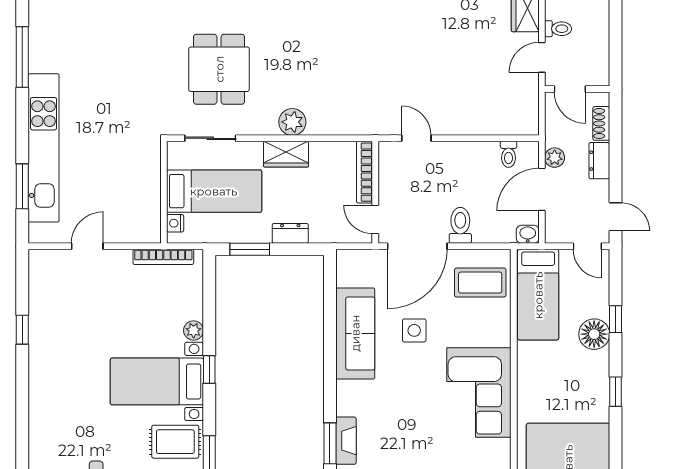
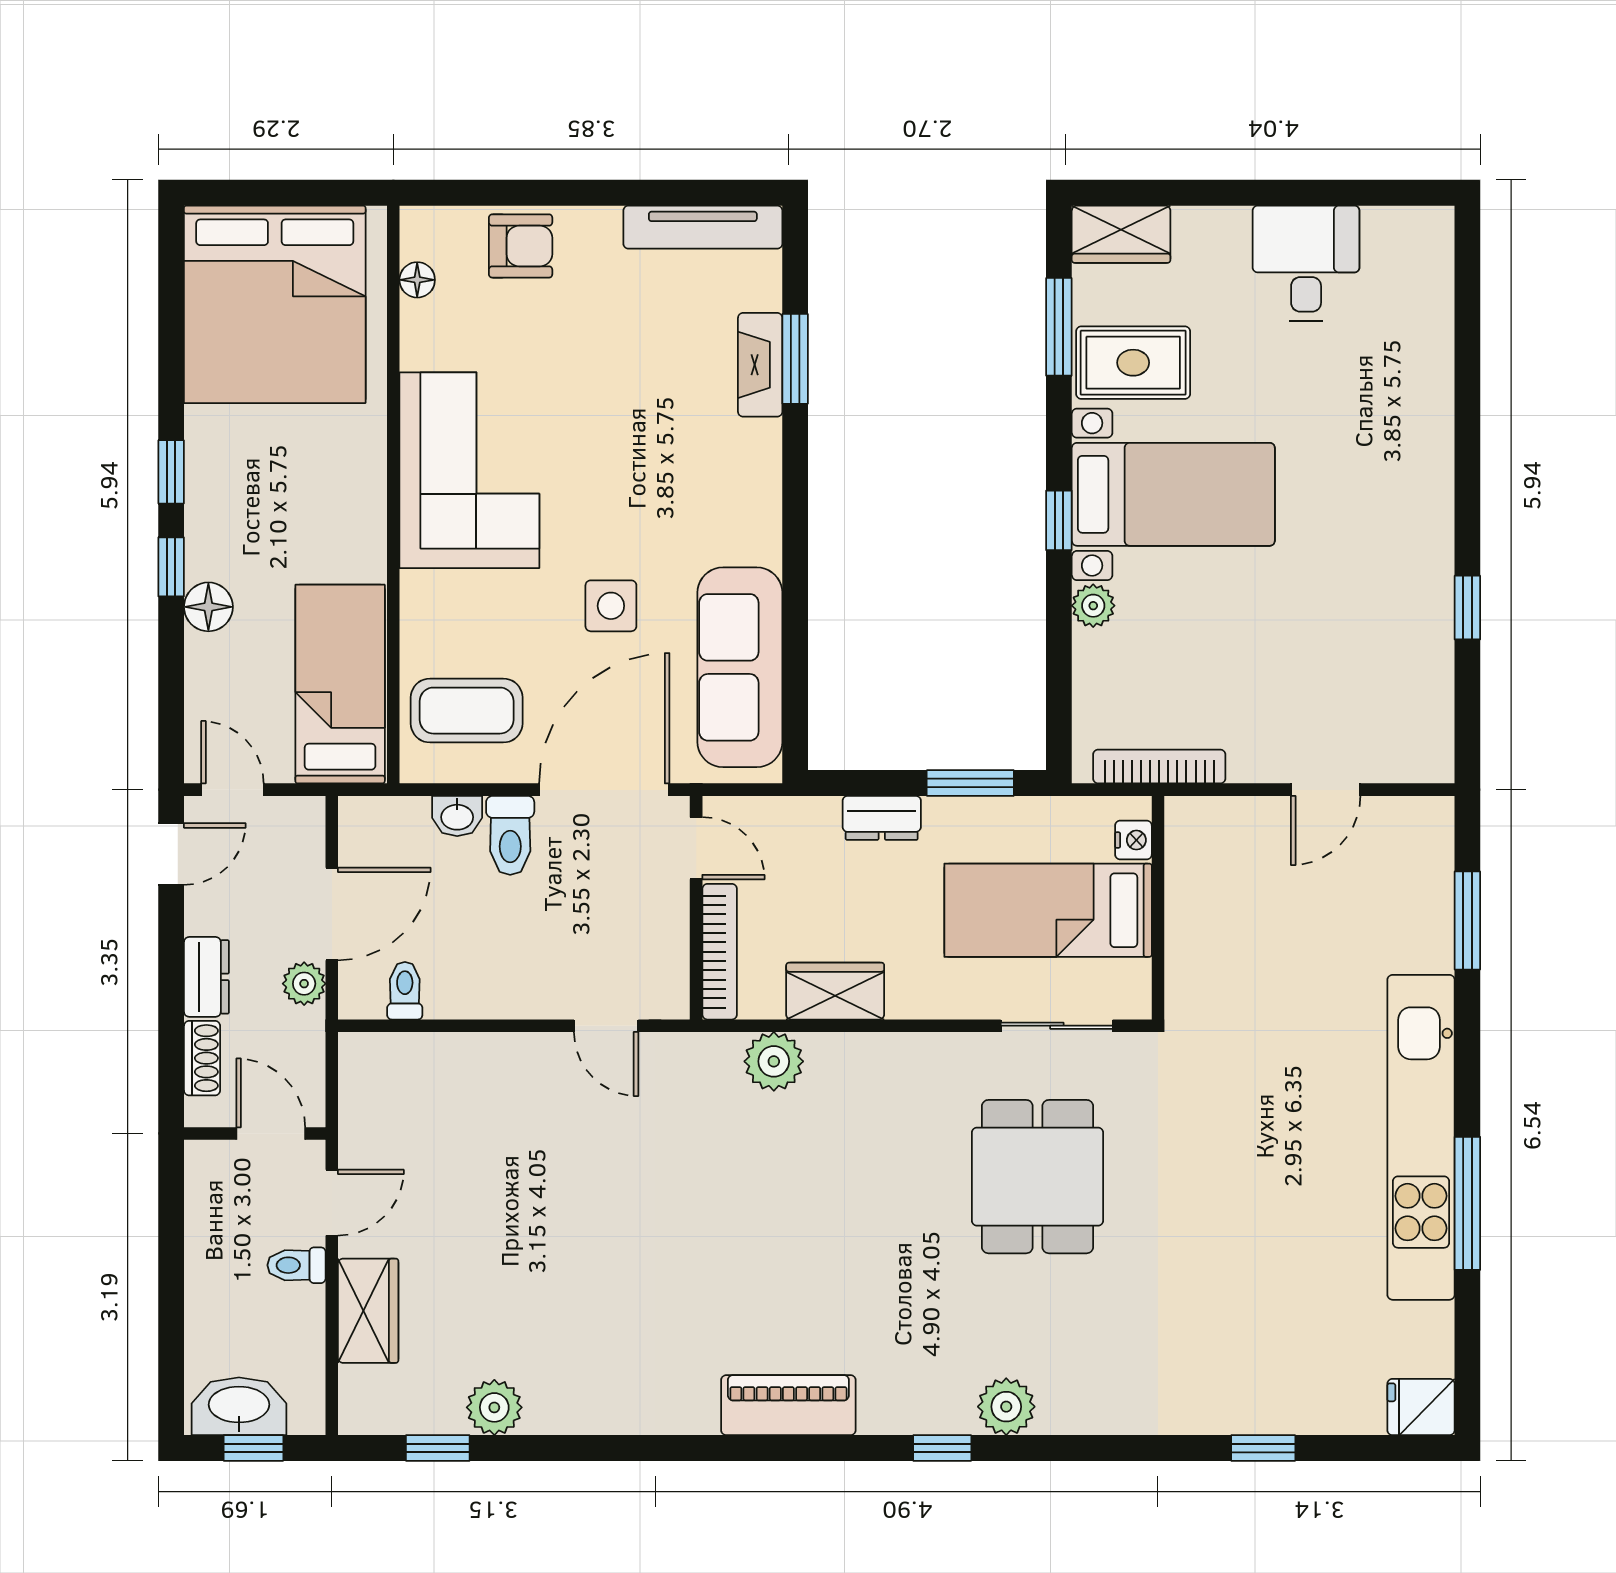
plant: (292, 122) -> (774, 1061), moved
kitchen unit: (44, 148) -> (1421, 1137), moved
wardrobe: (286, 154) -> (835, 991), moved
door: (615, 217) -> (171, 854), swing flipped
washbasin: (528, 234) -> (457, 816), moved
window: (615, 319) -> (171, 567), moved
sofa: (355, 333) -> (740, 667), moved
floor lamp: (594, 334) -> (208, 607), width x0.73, depth x0.73

